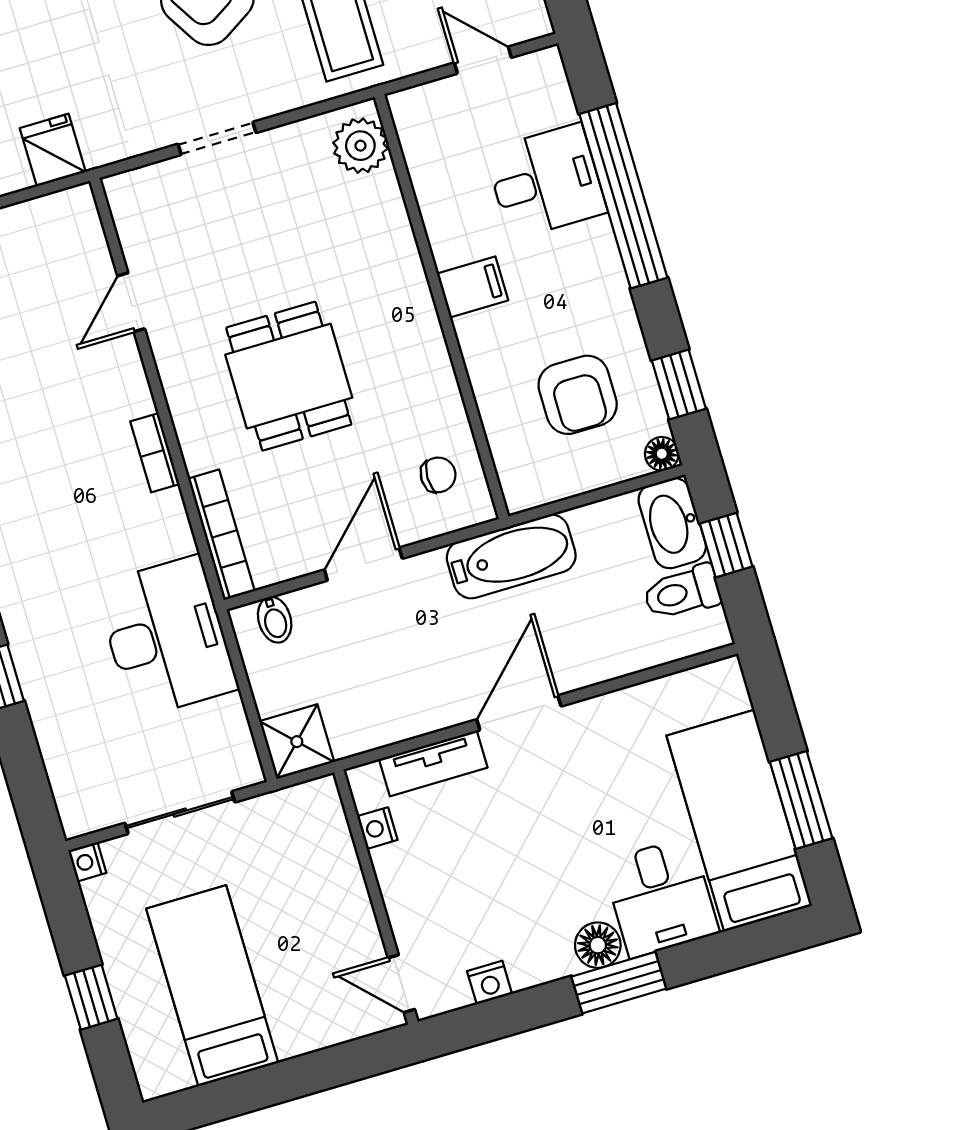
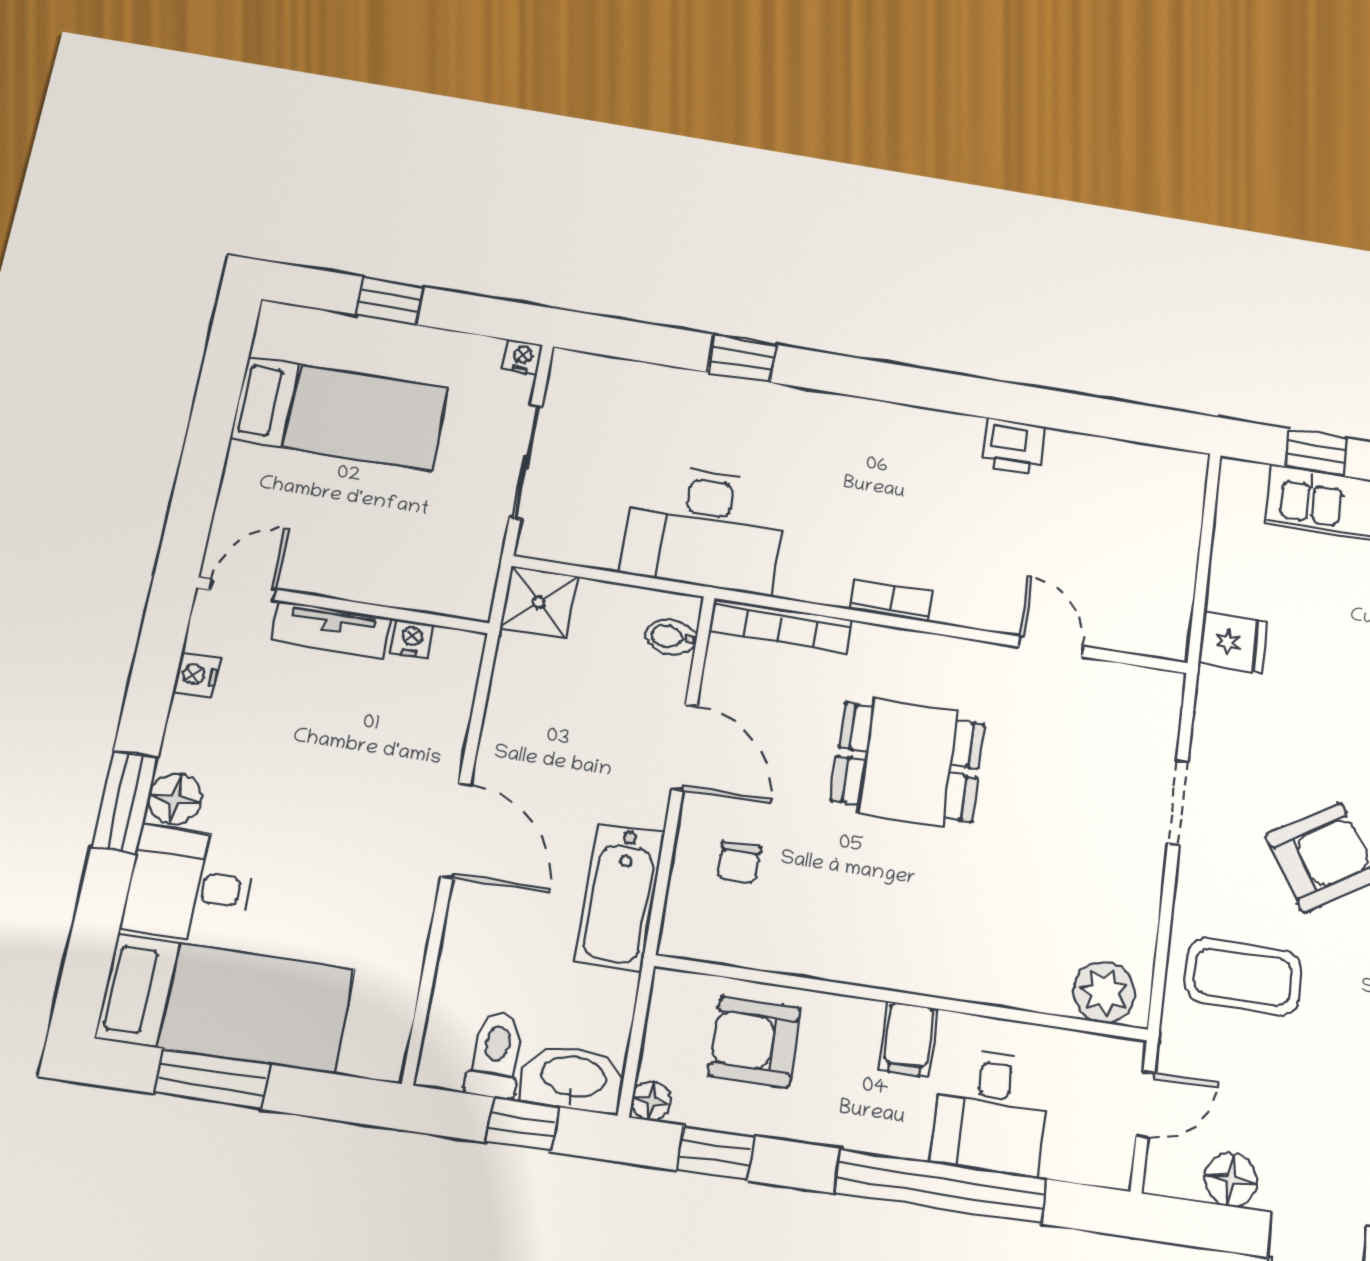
plant: (360, 146) -> (1104, 992), moved
filing cabinet: (473, 287) -> (908, 1039), moved
wall: (442, 307) -> (902, 998), moved
tv unit: (433, 763) -> (331, 630), moved, turned -90

